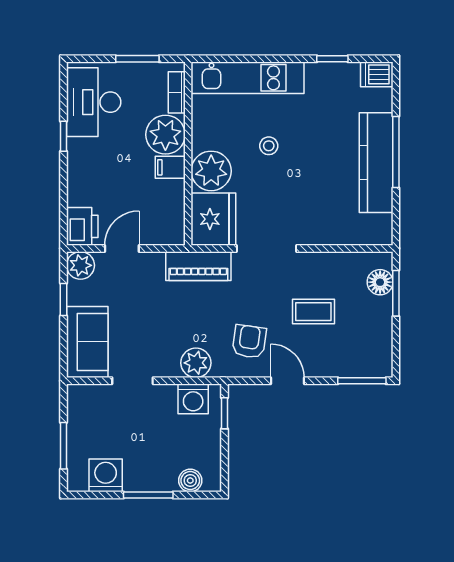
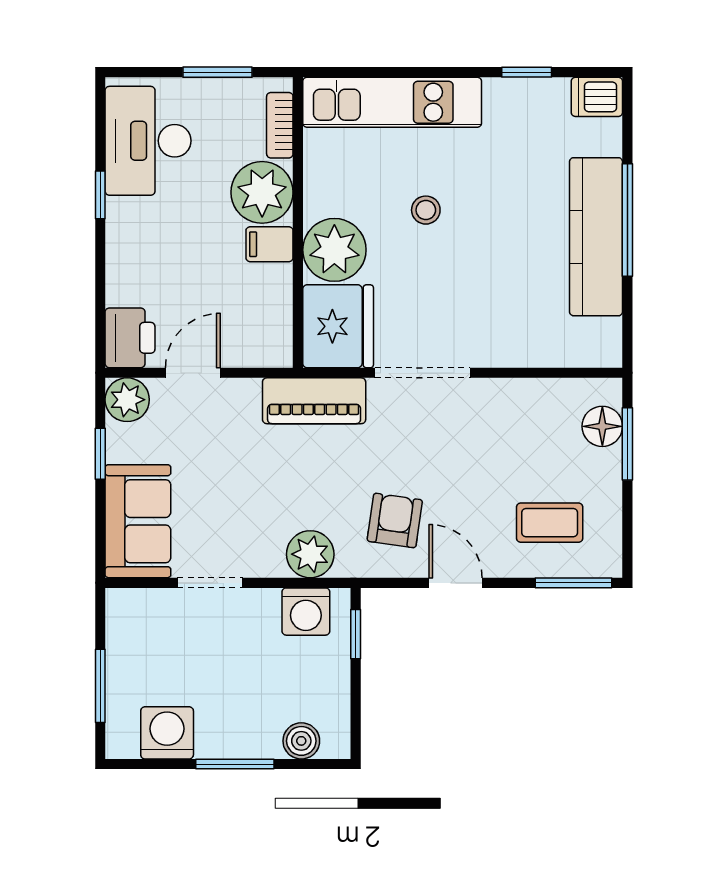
coffee table: (313, 312) -> (550, 523), moved

